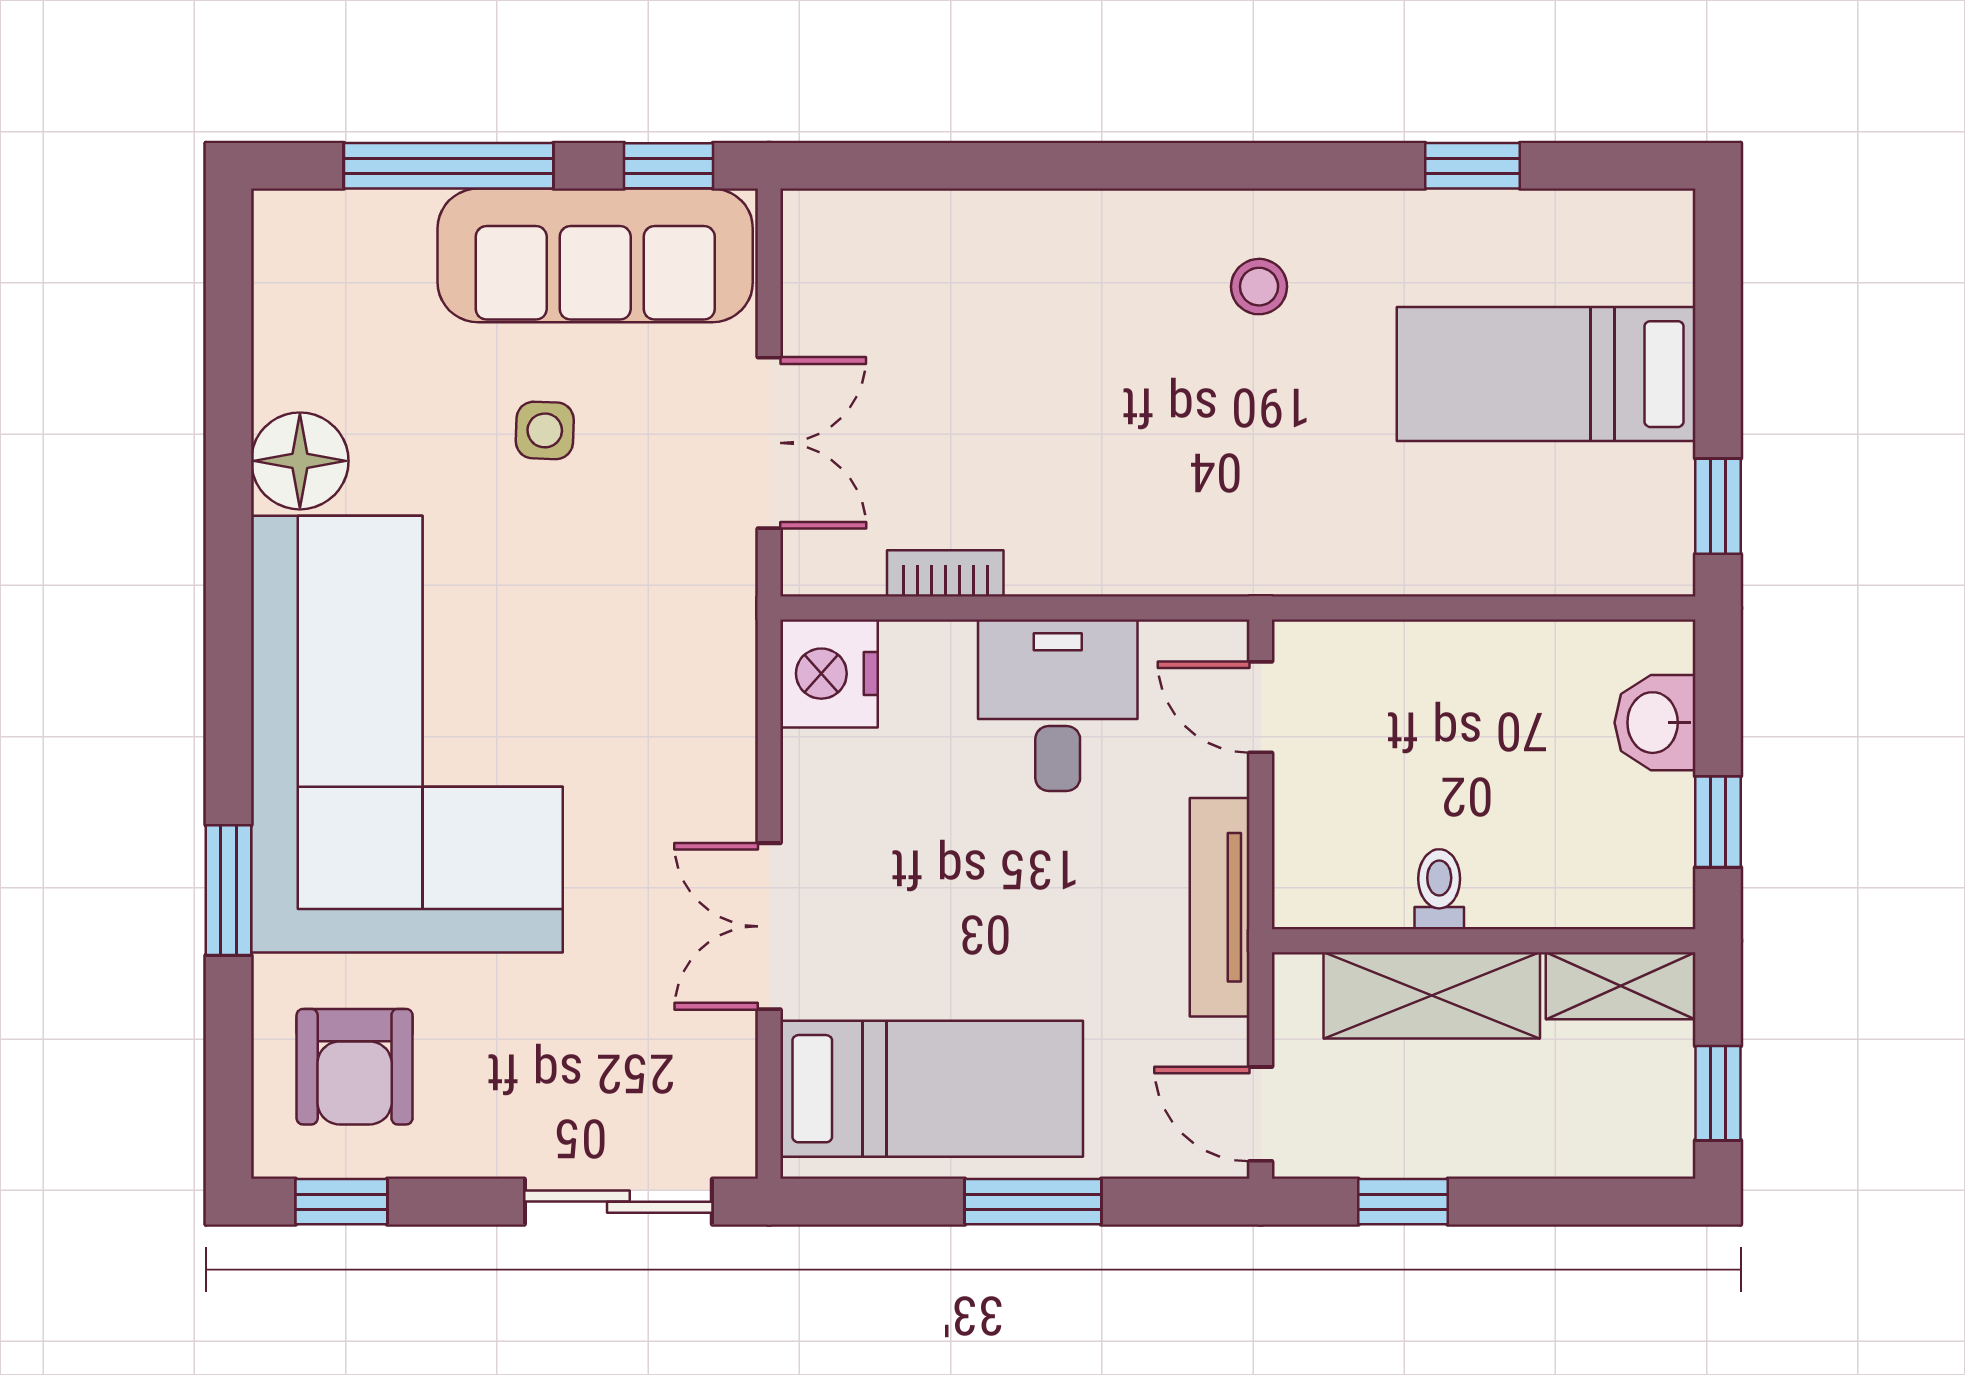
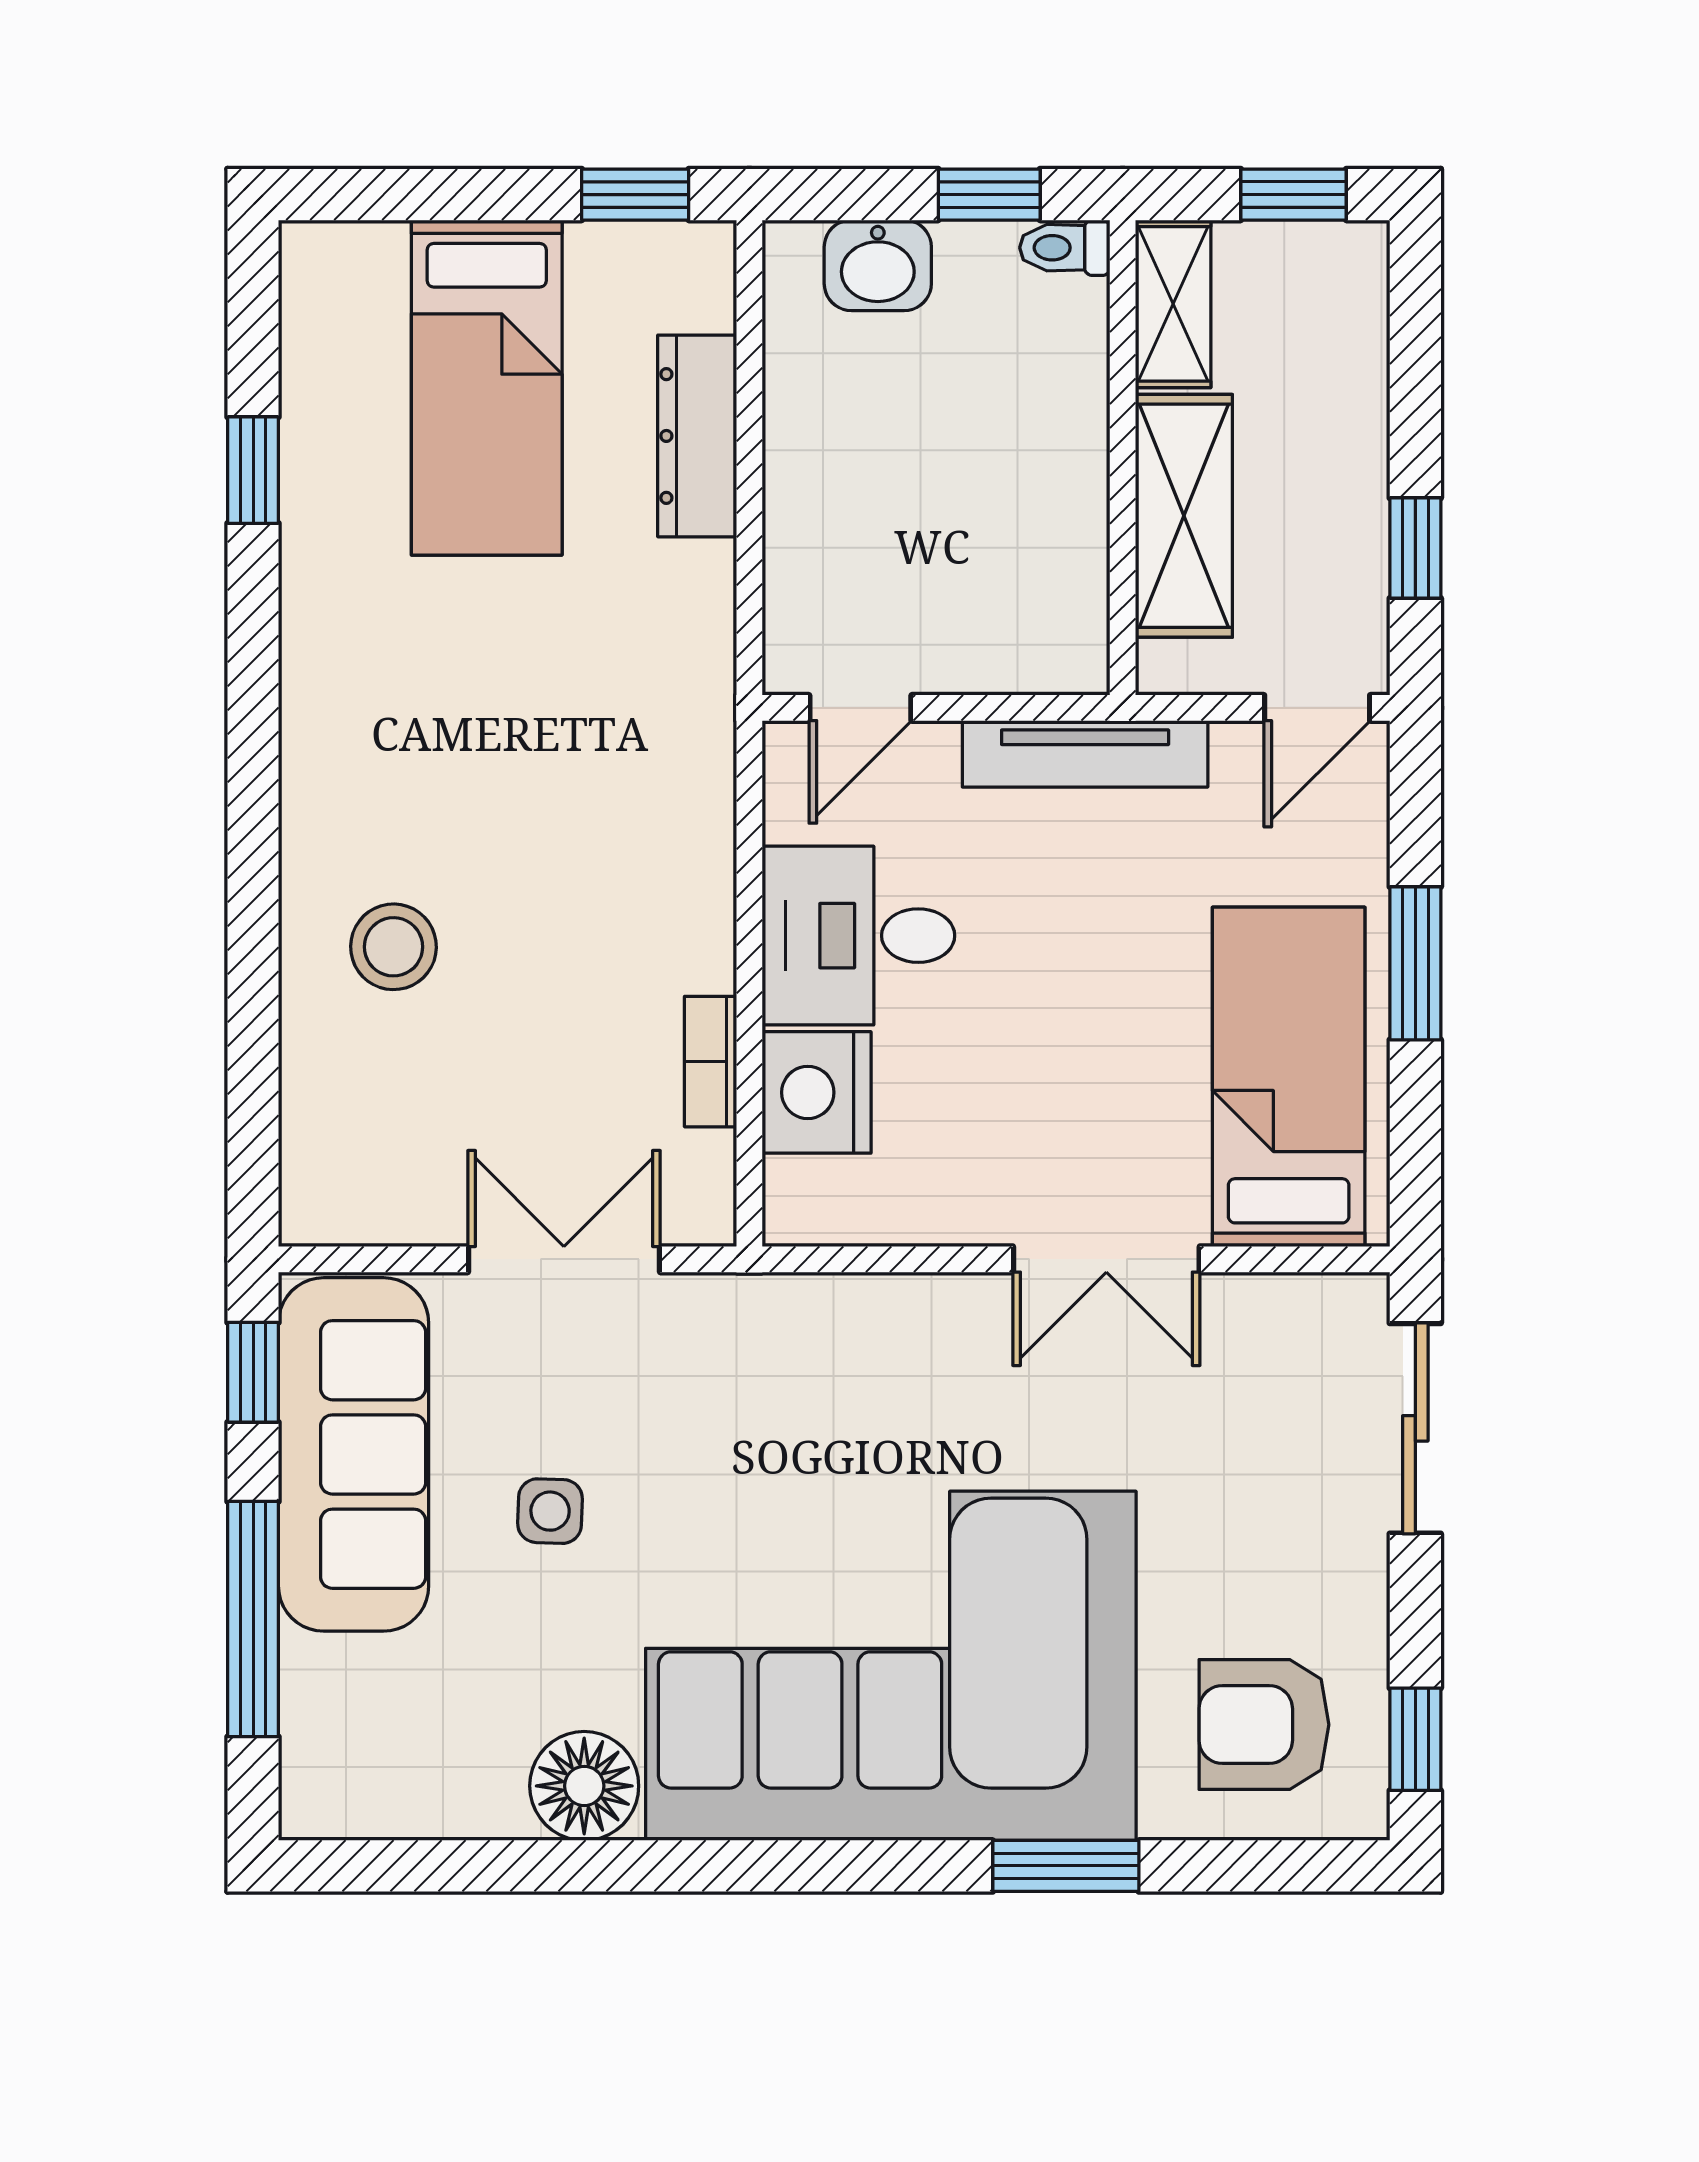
stool: (1259, 287) -> (394, 947), moved, width x1.37, depth x1.37
dresser: (1503, 562) -> (697, 436), added
nightstand: (829, 674) -> (817, 1092), moved, turned 90
toilet: (1439, 889) -> (1065, 248), moved
armchair: (355, 1067) -> (1264, 1725), turned 180

